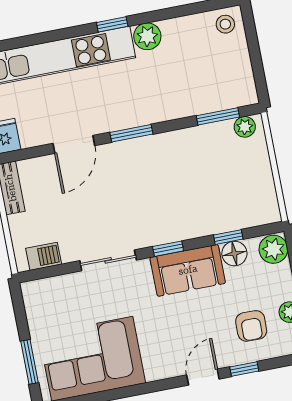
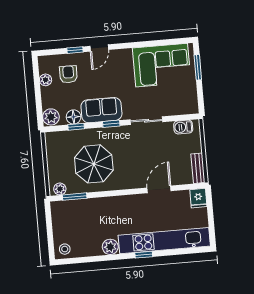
window: (112, 24) -> (144, 255), moved
window: (131, 133) -> (125, 192), removed
parasol: (191, 176) -> (94, 164), added

